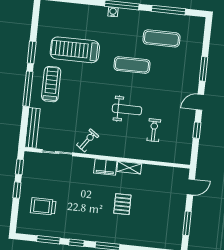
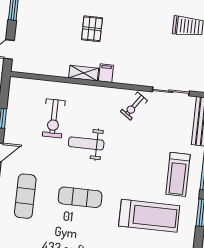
exercise mat: (161, 38) -> (25, 196), moved, turned 90
exercise bike: (154, 130) -> (54, 118), width x1.38, depth x1.39
filing cabinet: (105, 167) -> (106, 73), width x0.50

